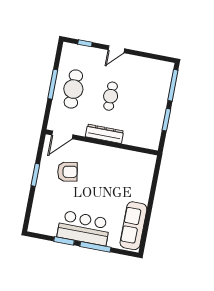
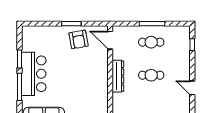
door: (116, 49) -> (192, 88), moved
cafe table: (73, 89) -> (151, 42), width x0.73, depth x0.74
armchair: (67, 172) -> (79, 39), moved

